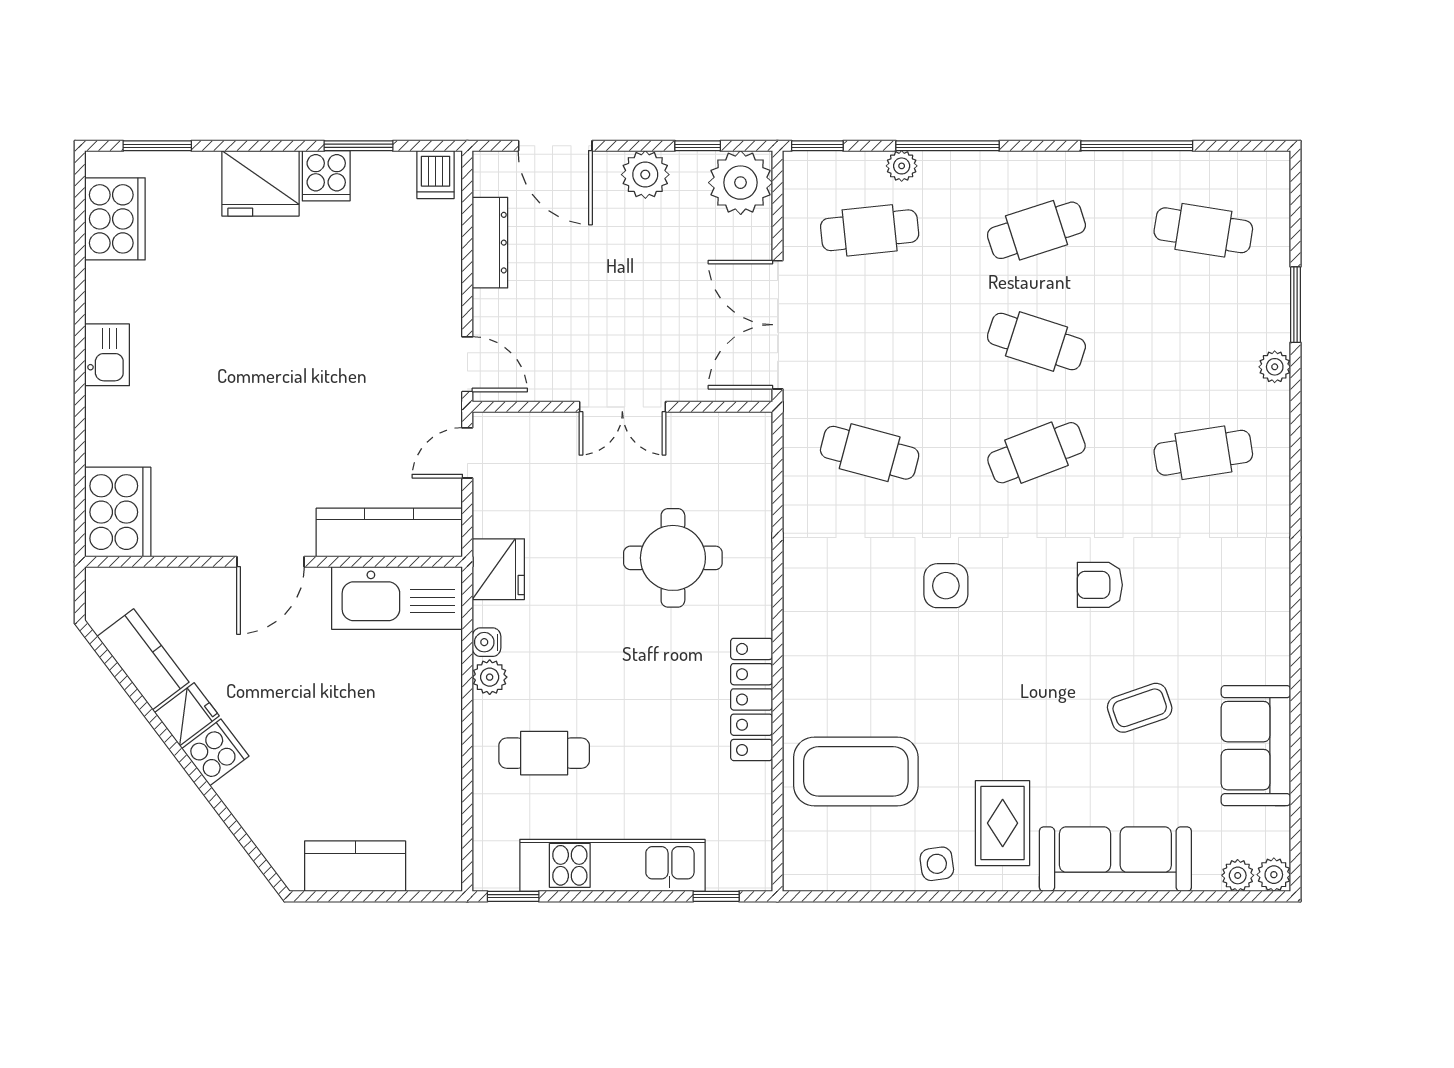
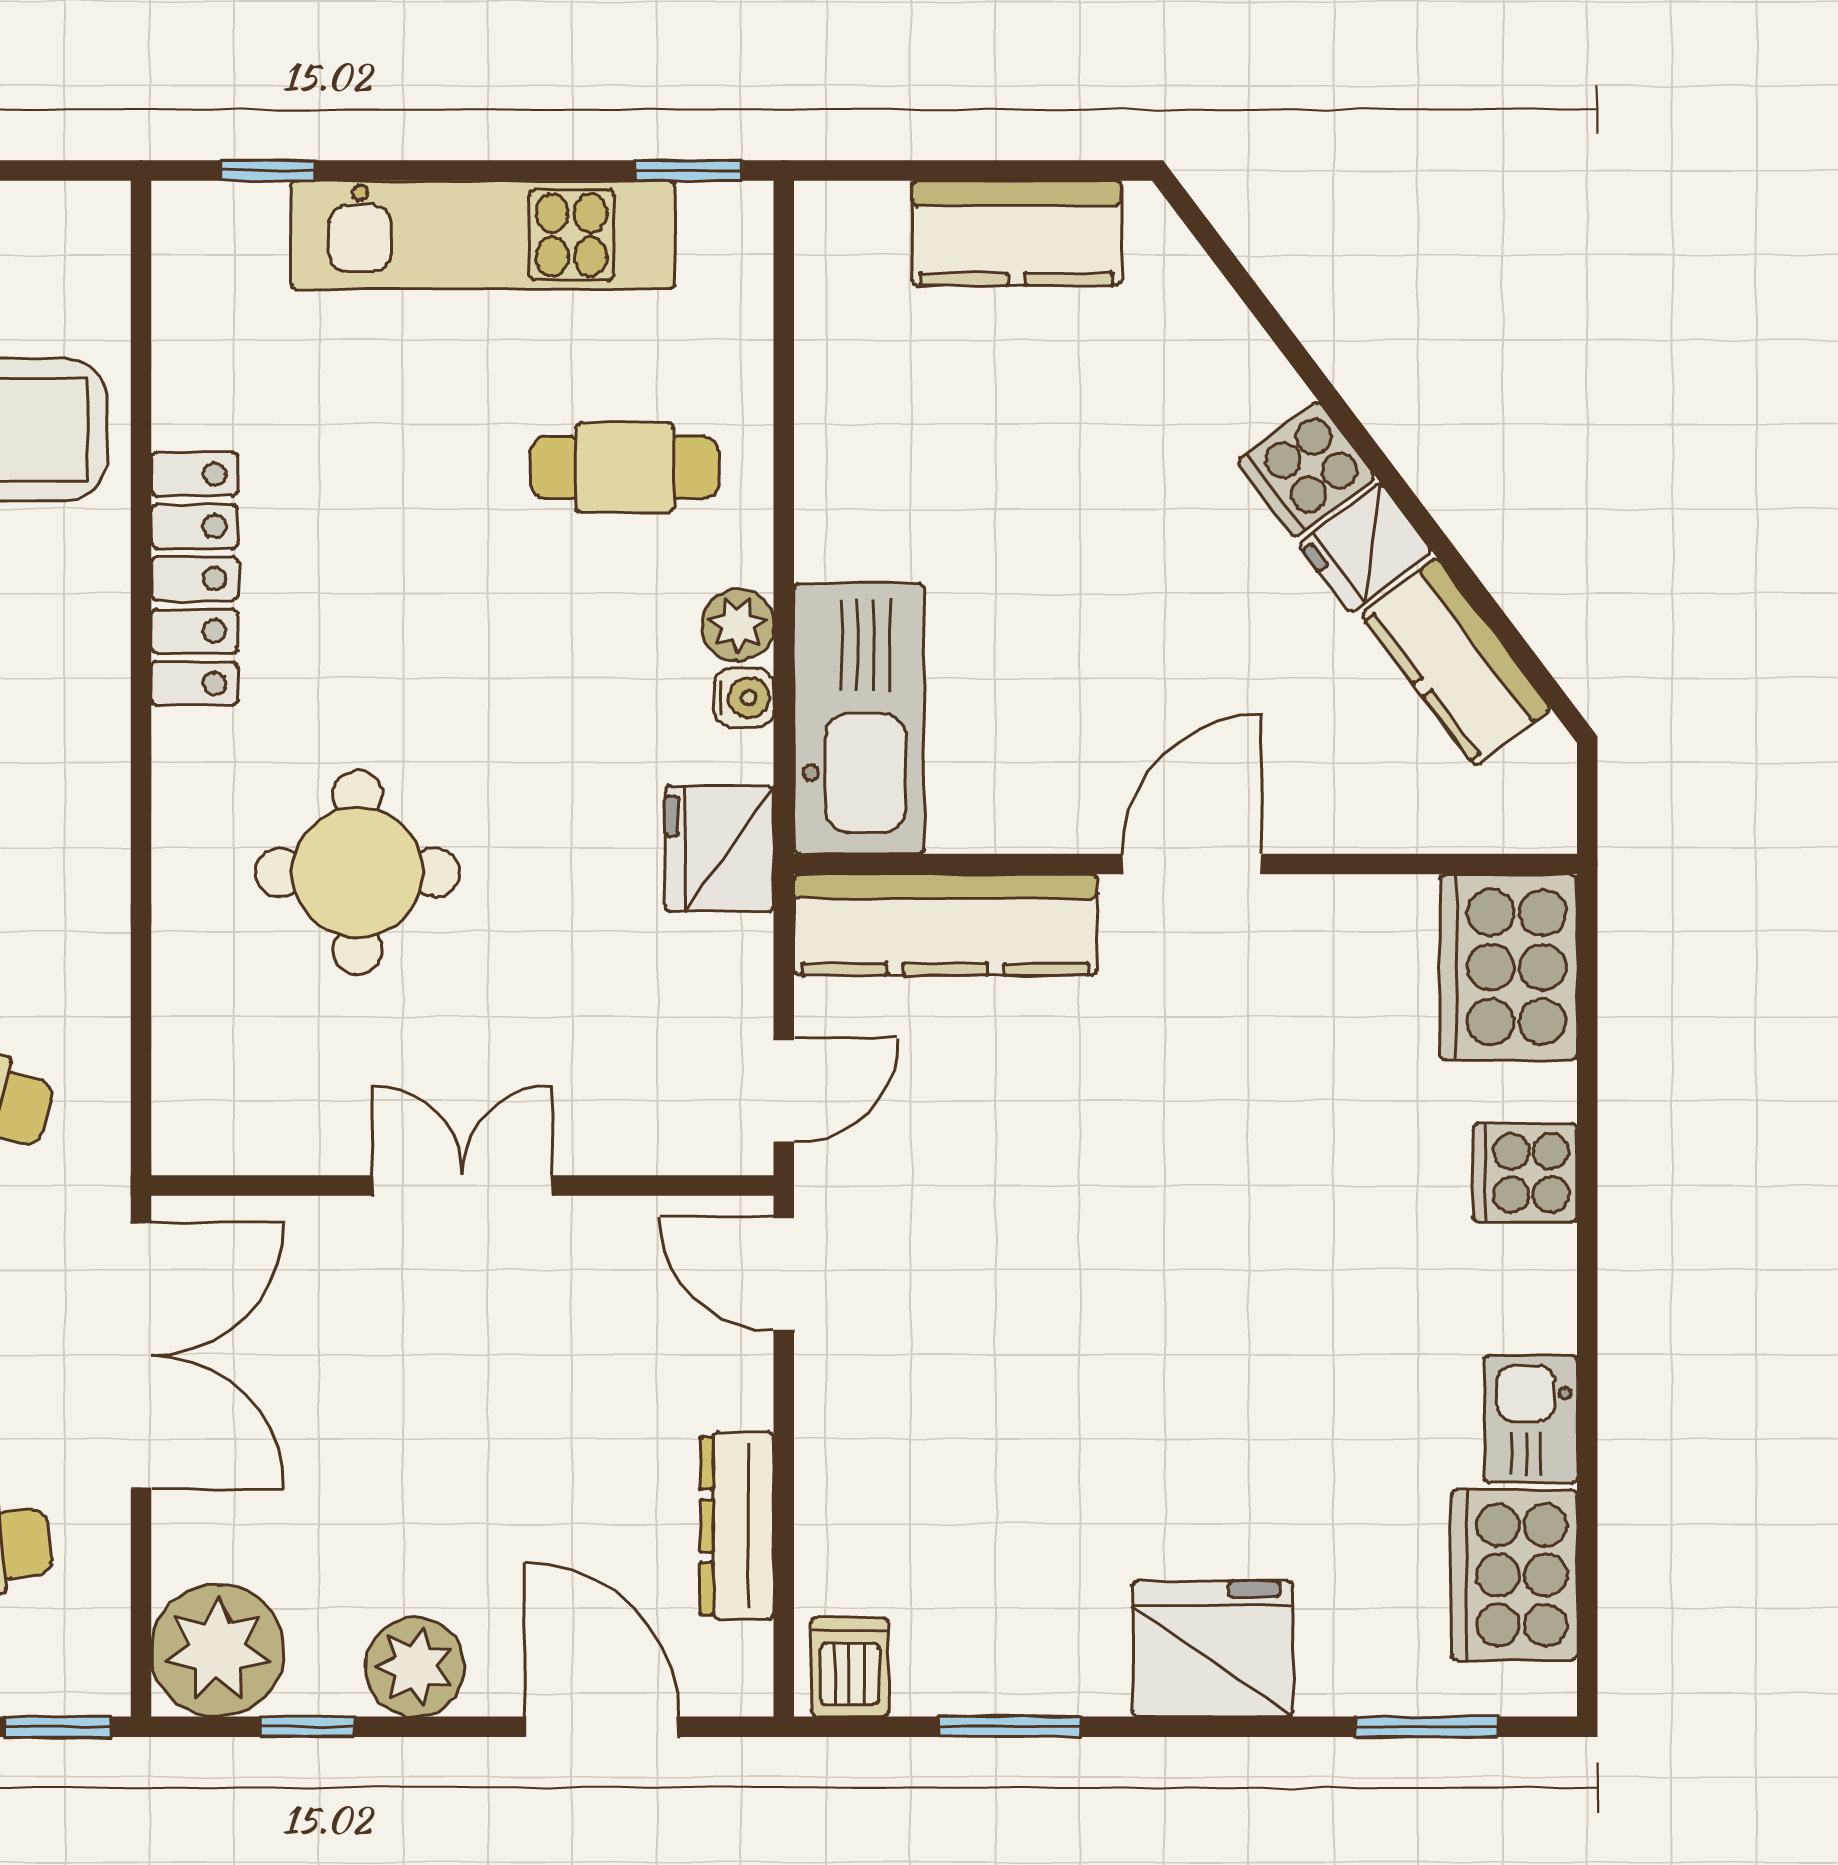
cooker: (326, 176) -> (1525, 1173), moved, turned -90
kitchen sink: (107, 355) -> (1531, 1419), moved
kitchen sink: (397, 598) -> (859, 718), moved, turned 90

